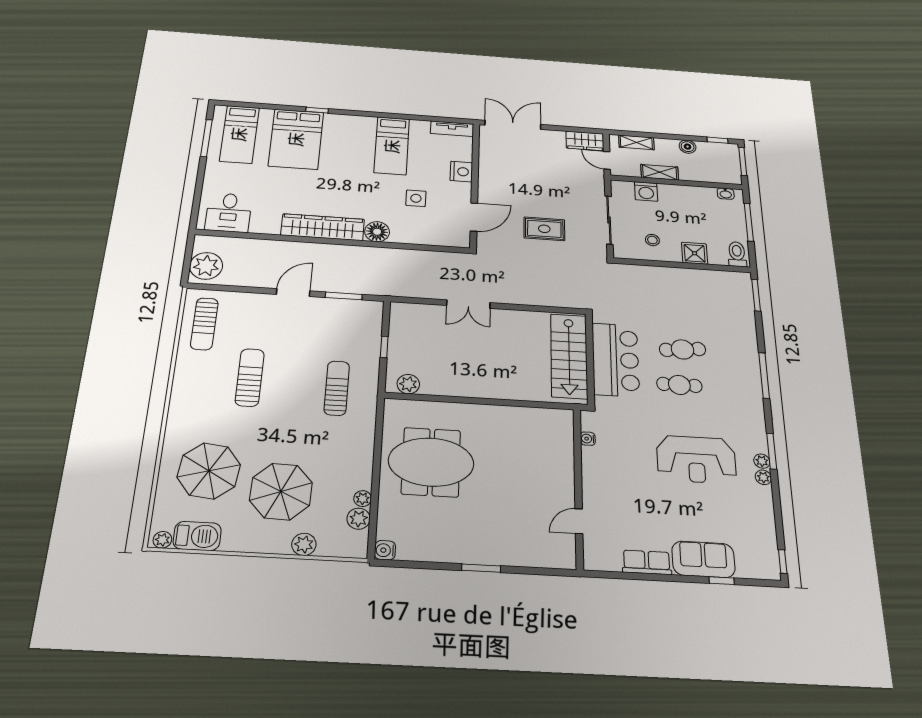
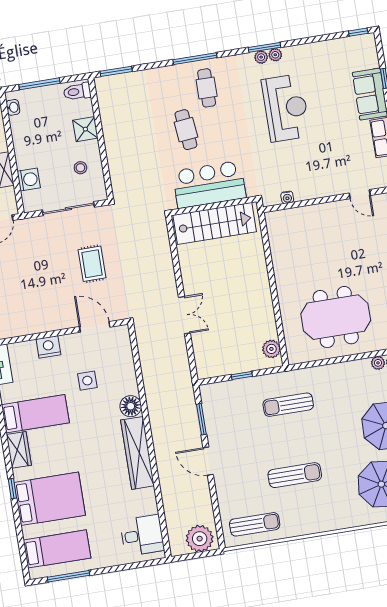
wardrobe: (357, 124) -> (19, 450), added
sun lounger: (250, 377) -> (295, 475), turned 180
cafe table: (679, 385) -> (207, 88), moved
meeting table: (431, 462) -> (336, 317), turned 90
plant: (763, 477) -> (261, 57), moved

